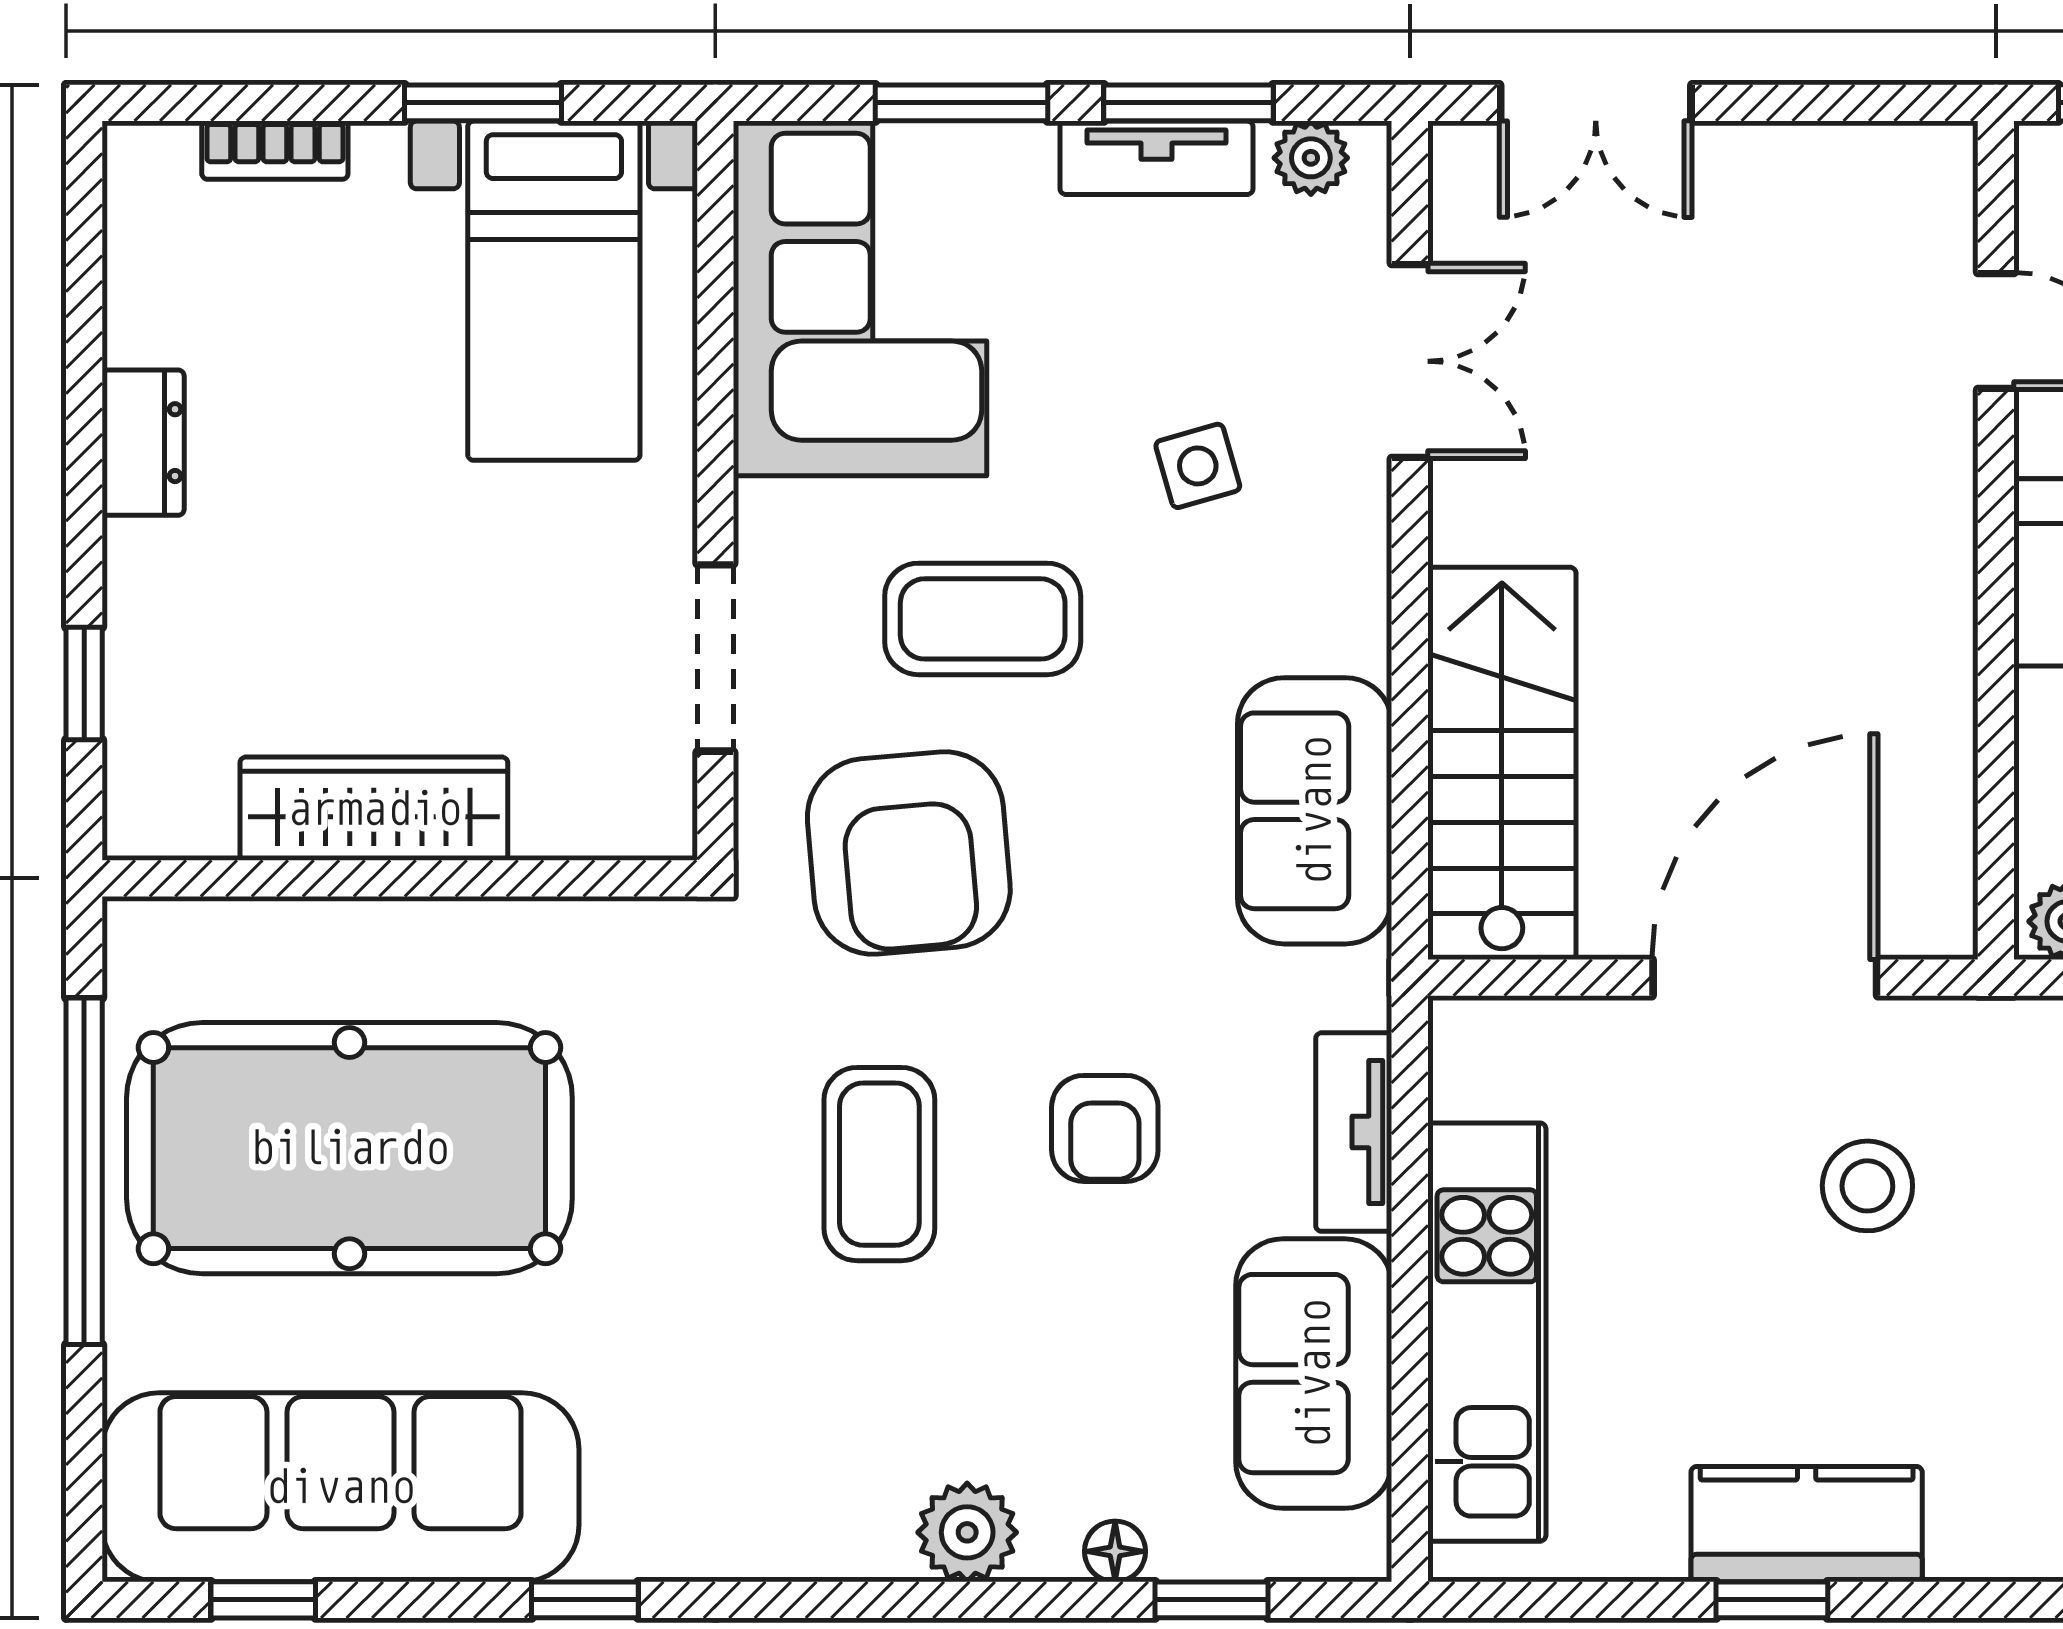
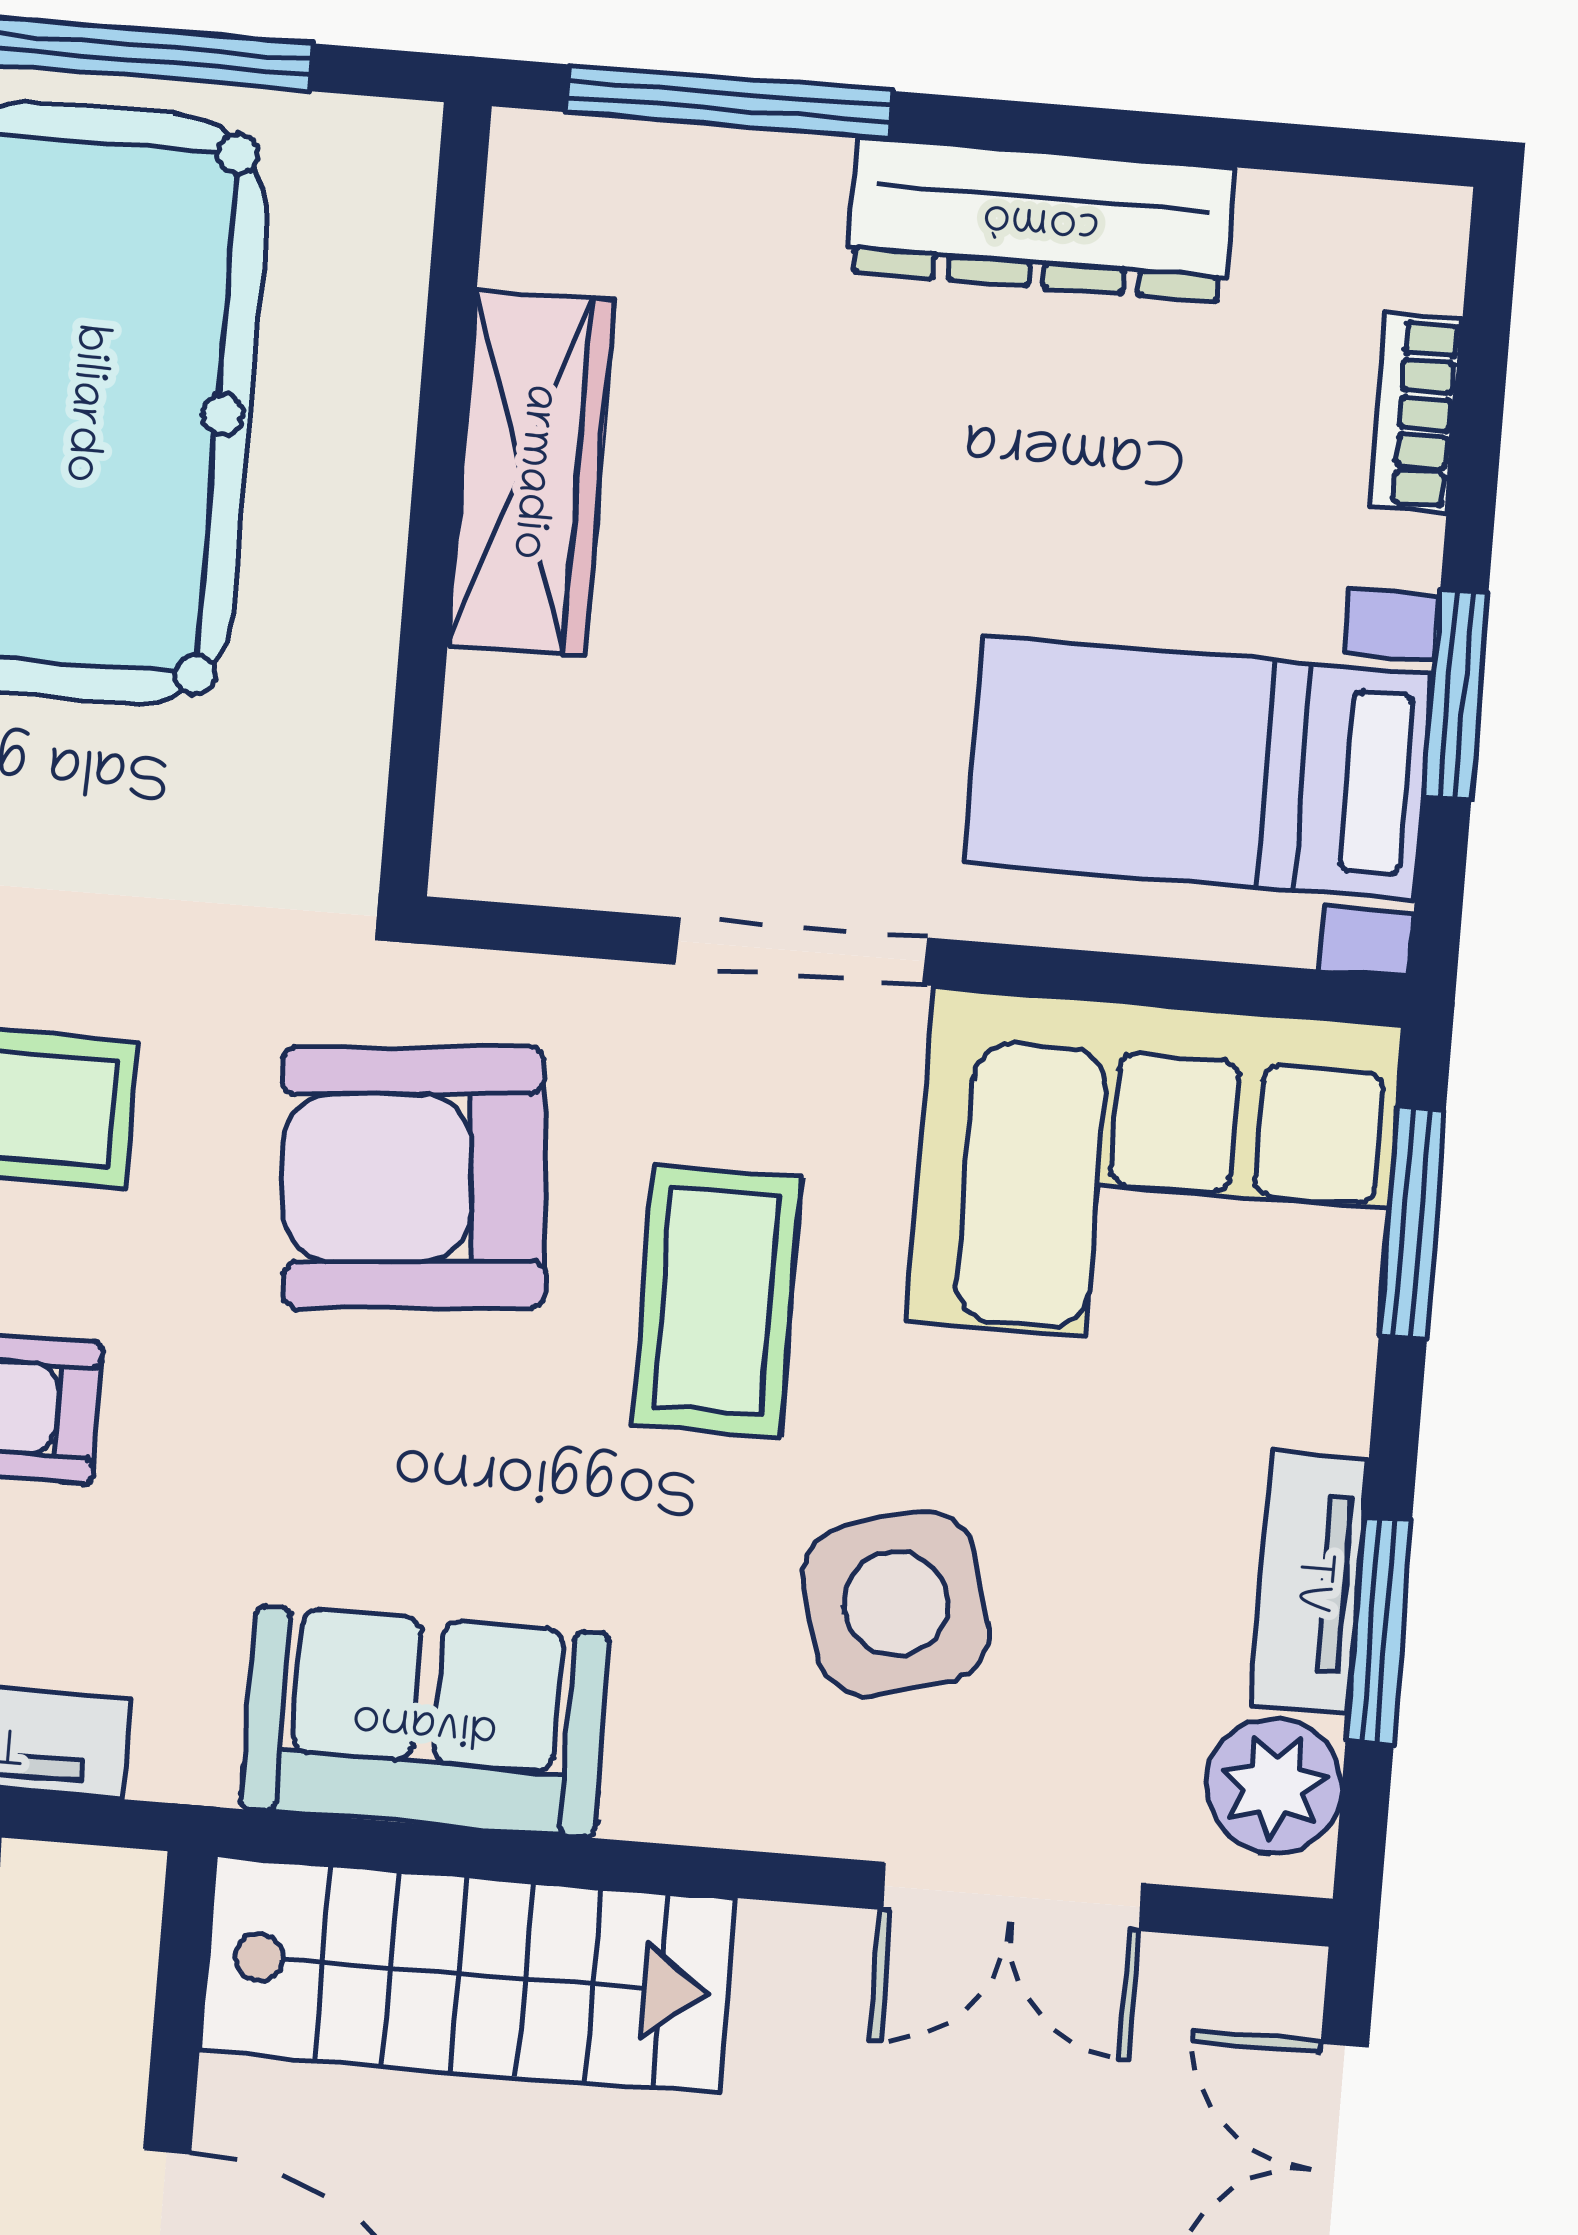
window: (962, 103) -> (1412, 1223), moved
plant: (1311, 158) -> (1274, 1786), width x1.38, depth x1.38
dresser: (143, 443) -> (1041, 219), width x1.96, depth x1.24
side table: (1198, 466) -> (896, 1604), width x1.87, depth x1.87
doorway: (715, 658) -> (802, 951), moved
window: (84, 684) -> (729, 102), width x2.17

